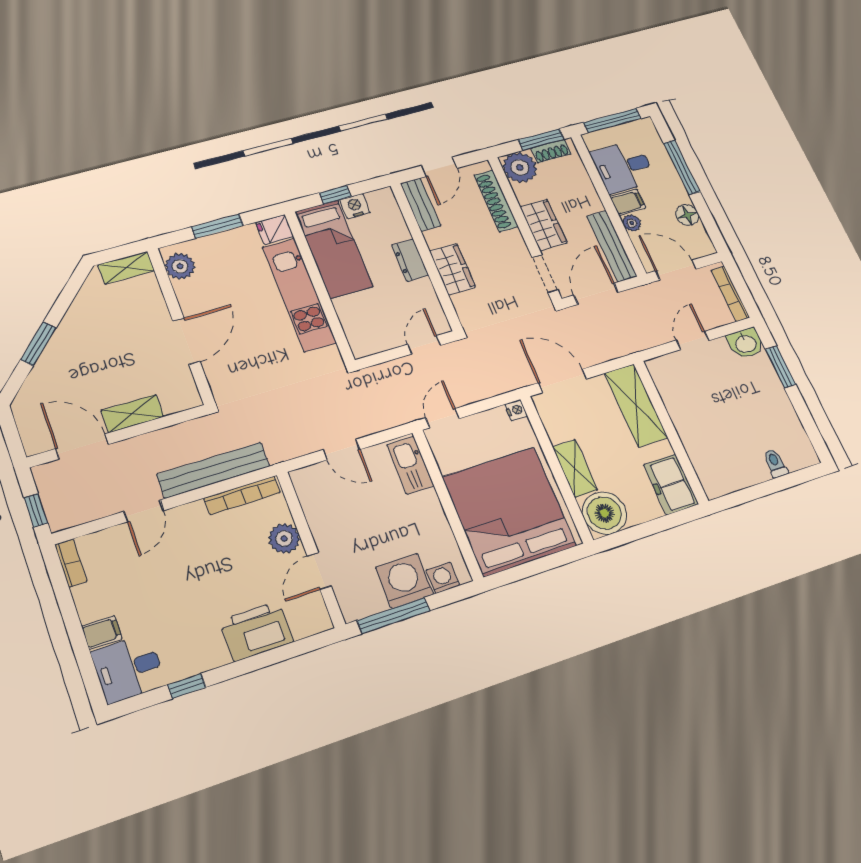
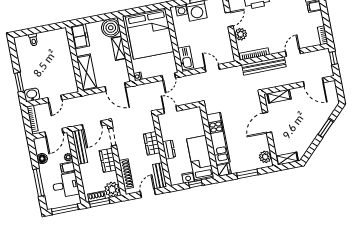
door: (676, 270) -> (54, 133), hinge flipped
door: (424, 345) -> (170, 110), swing flipped
shelving: (133, 414) -> (279, 96), moved

